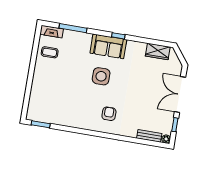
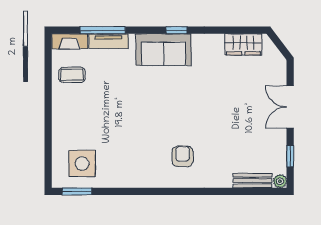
tv unit: (75, 36) -> (108, 41), added
side table: (101, 76) -> (82, 163), moved
double door: (180, 95) -> (290, 107), width x0.73

